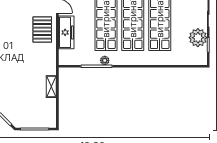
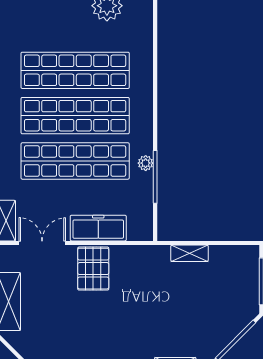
pallet: (42, 29) -> (93, 269), turned 90

